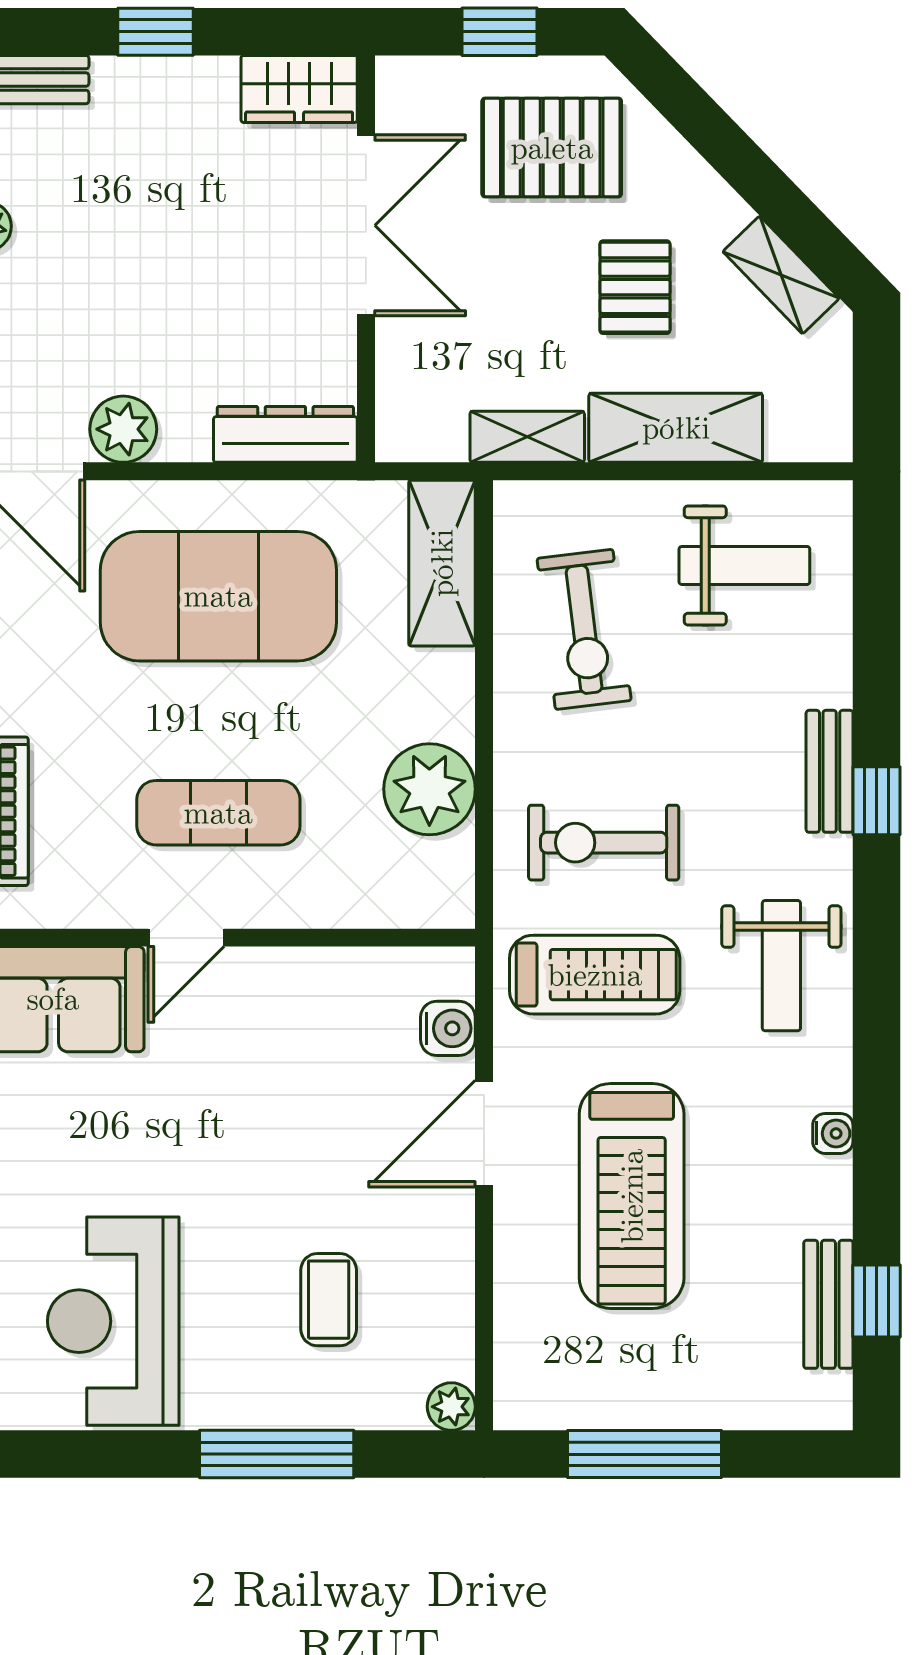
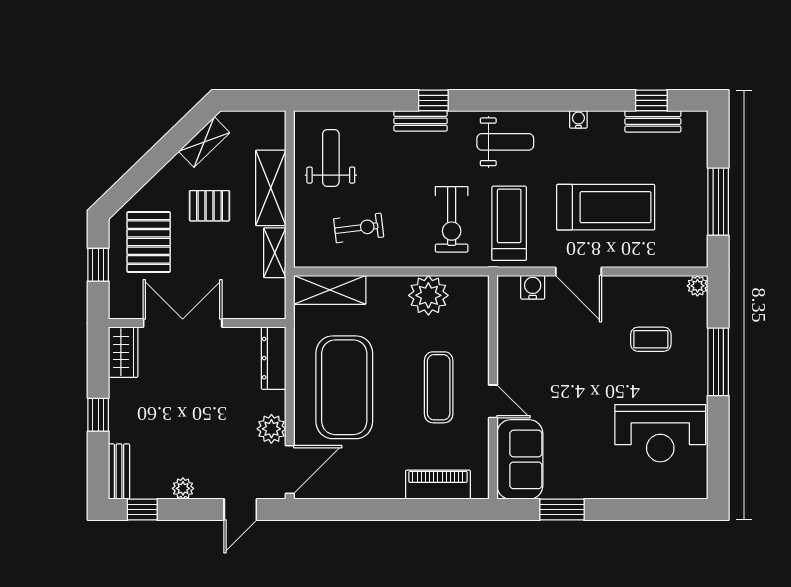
exercise bike: (584, 629) -> (359, 228), width x0.73, depth x0.72

